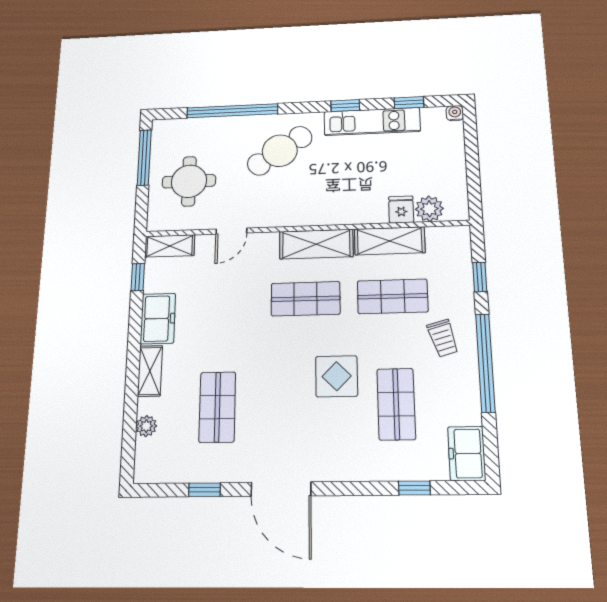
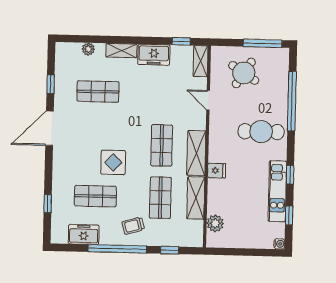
cafe table: (280, 151) -> (261, 132), turned -56
round table: (189, 181) -> (244, 73), turned 33
fridge: (401, 210) -> (217, 171), moved
freezer: (467, 453) -> (84, 234), moved

